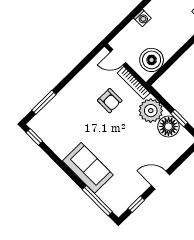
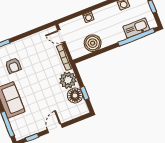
boiler: (152, 60) -> (93, 43), moved
armchair: (110, 101) -> (13, 66), moved
door: (161, 180) -> (55, 128), hinge flipped

